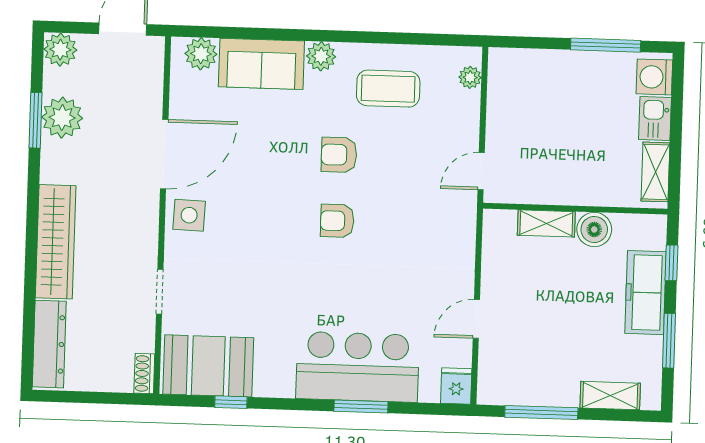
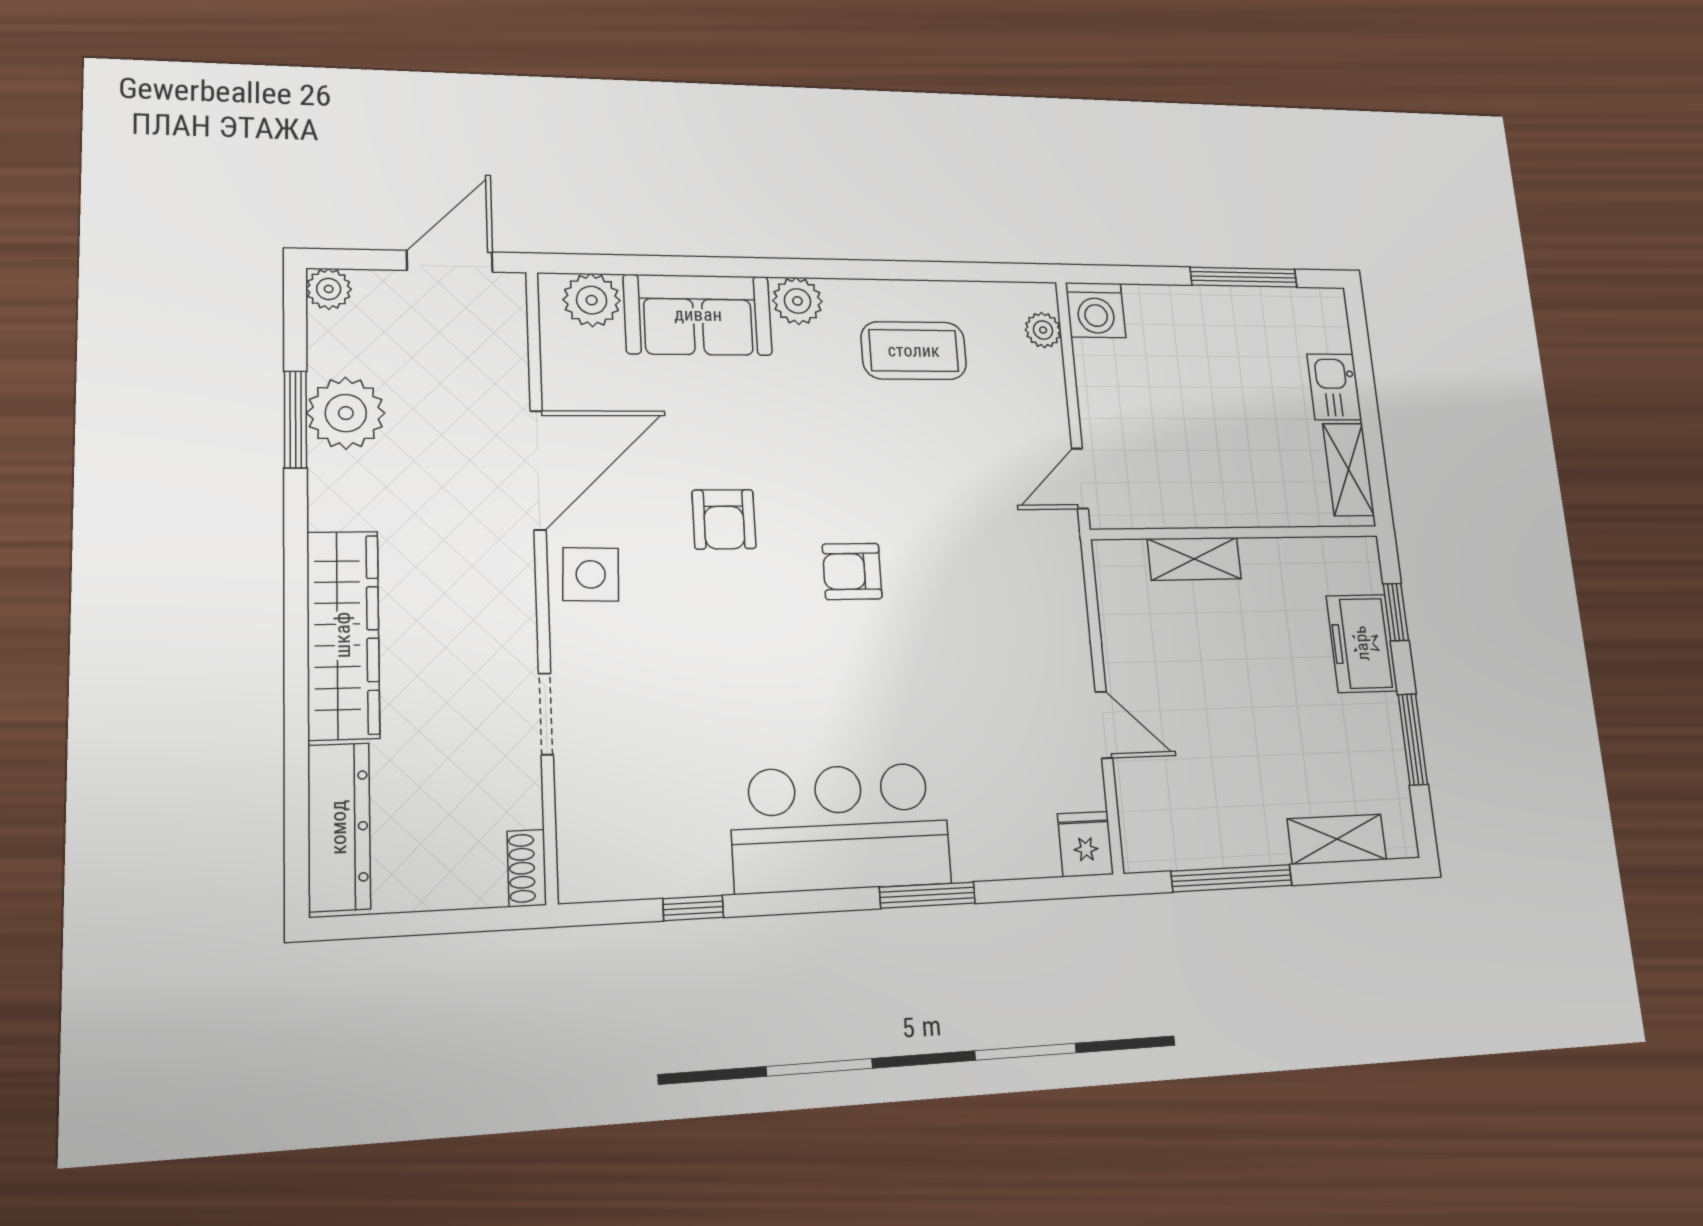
plant: (60, 50) -> (329, 289), width x0.73, depth x0.73
washing machine: (654, 77) -> (1096, 310), moved, turned -90
armchair: (339, 155) -> (724, 519), moved, turned -90
boiler: (594, 229) -> (1270, 565), removed
freezer: (645, 293) -> (1362, 643), width x0.71
door: (476, 319) -> (1104, 725), swing flipped
booth: (208, 366) -> (646, 844), removed
bar counter: (357, 367) -> (840, 827), moved

